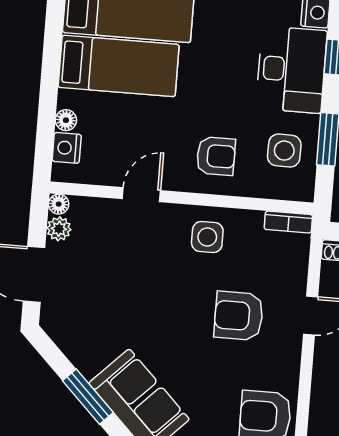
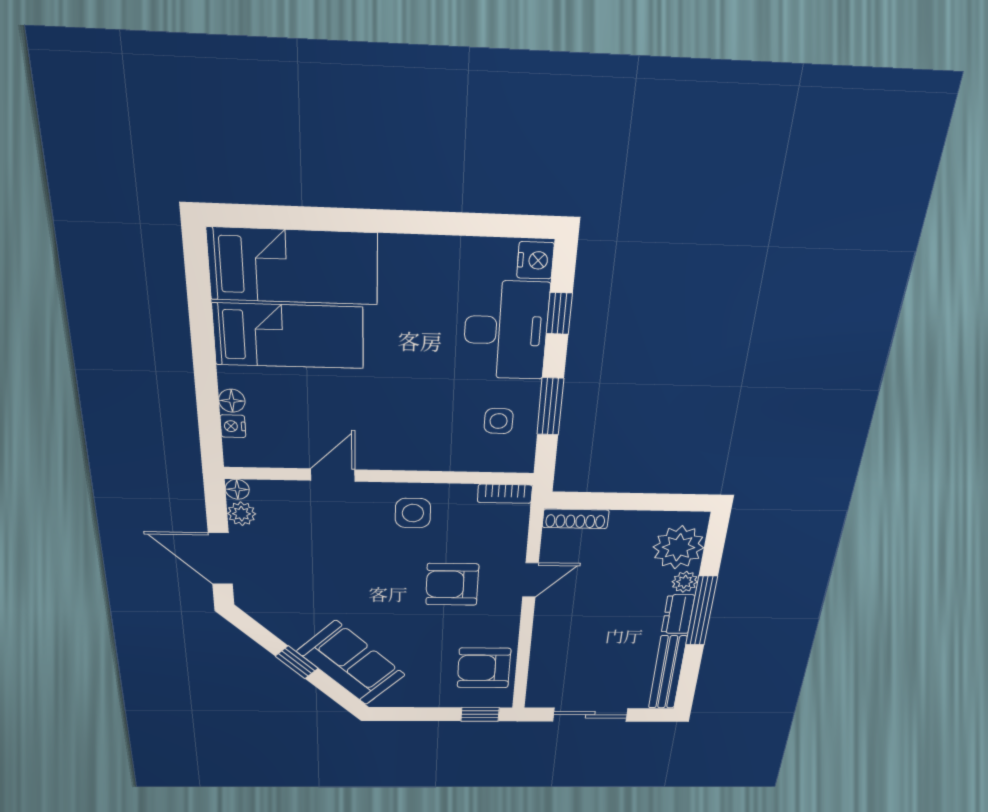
nightstand: (67, 148) -> (233, 426), width x0.72, depth x0.74
side table: (284, 151) -> (499, 421), width x0.73, depth x0.73
armchair: (216, 156) -> (418, 431), removed
window: (88, 397) -> (297, 662), width x0.67

